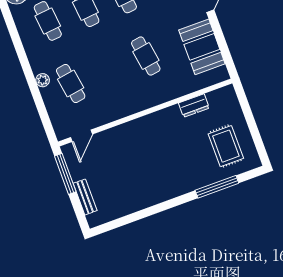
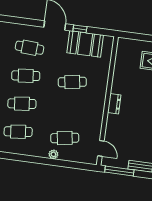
window: (217, 30) -> (80, 29), added
dresser: (194, 106) -> (114, 104), moved

